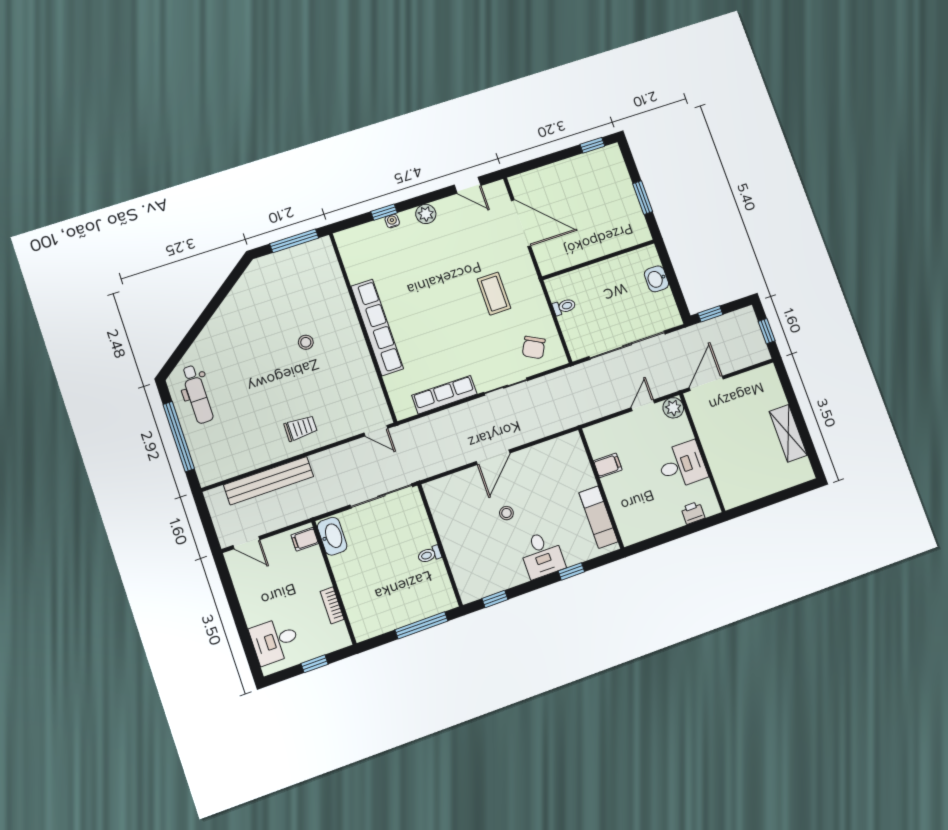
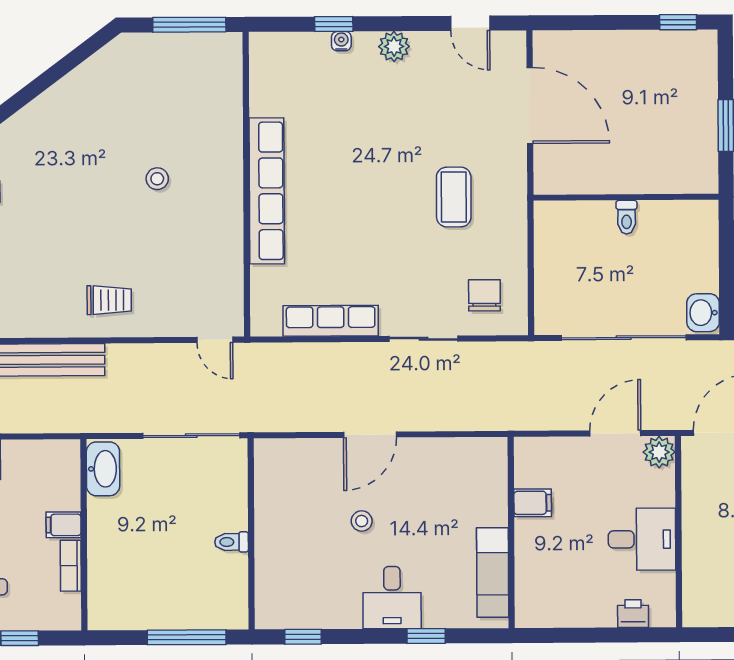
washbasin: (656, 279) -> (703, 313), moved
toilet: (564, 307) -> (627, 217), moved, turned 90
chair: (534, 347) -> (484, 295), turned 152
door: (643, 405) -> (615, 433), width x1.38
filing cabinet: (305, 539) -> (64, 525), moved

